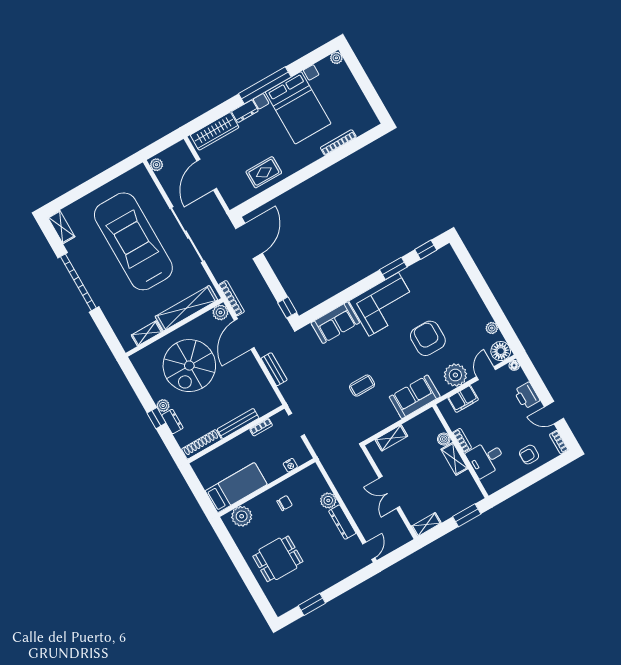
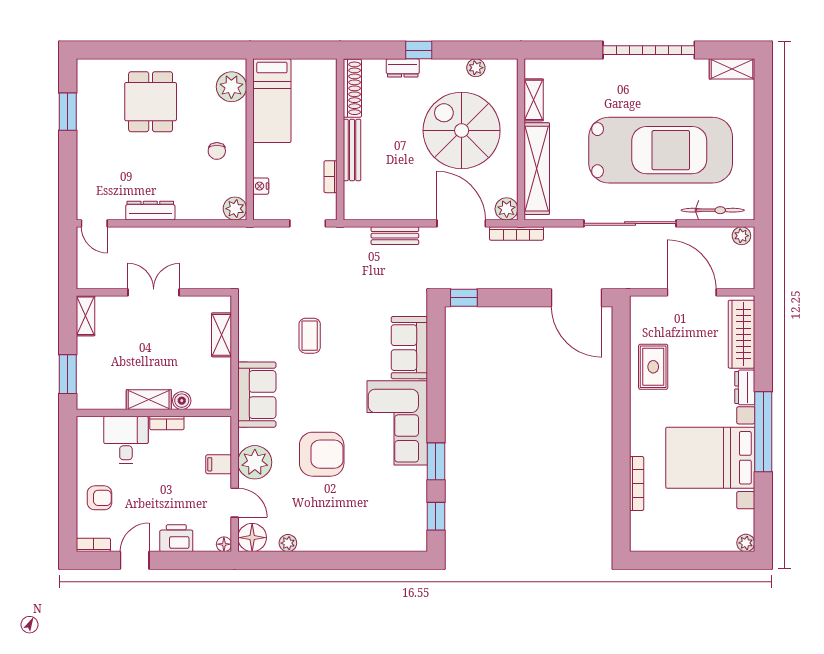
bicycle: (151, 190) -> (713, 210), added
filing cabinet: (463, 399) -> (219, 464), width x0.50
plant: (163, 406) -> (476, 68), moved
armchair: (529, 455) -> (99, 498), turned 90
plant: (328, 500) -> (235, 209), moved

